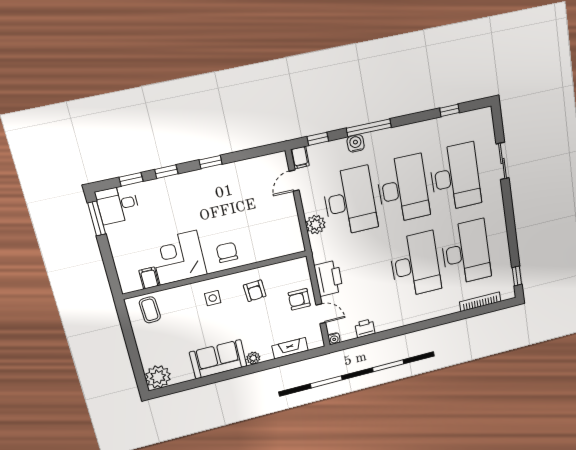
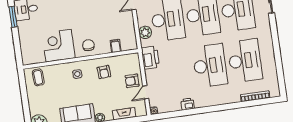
window: (517, 276) -> (281, 81), removed
filing cabinet: (149, 278) -> (116, 46), moved
printer: (329, 278) -> (150, 58), moved
door: (321, 314) -> (146, 92), swing flipped
printer: (365, 328) -> (188, 104), moved

